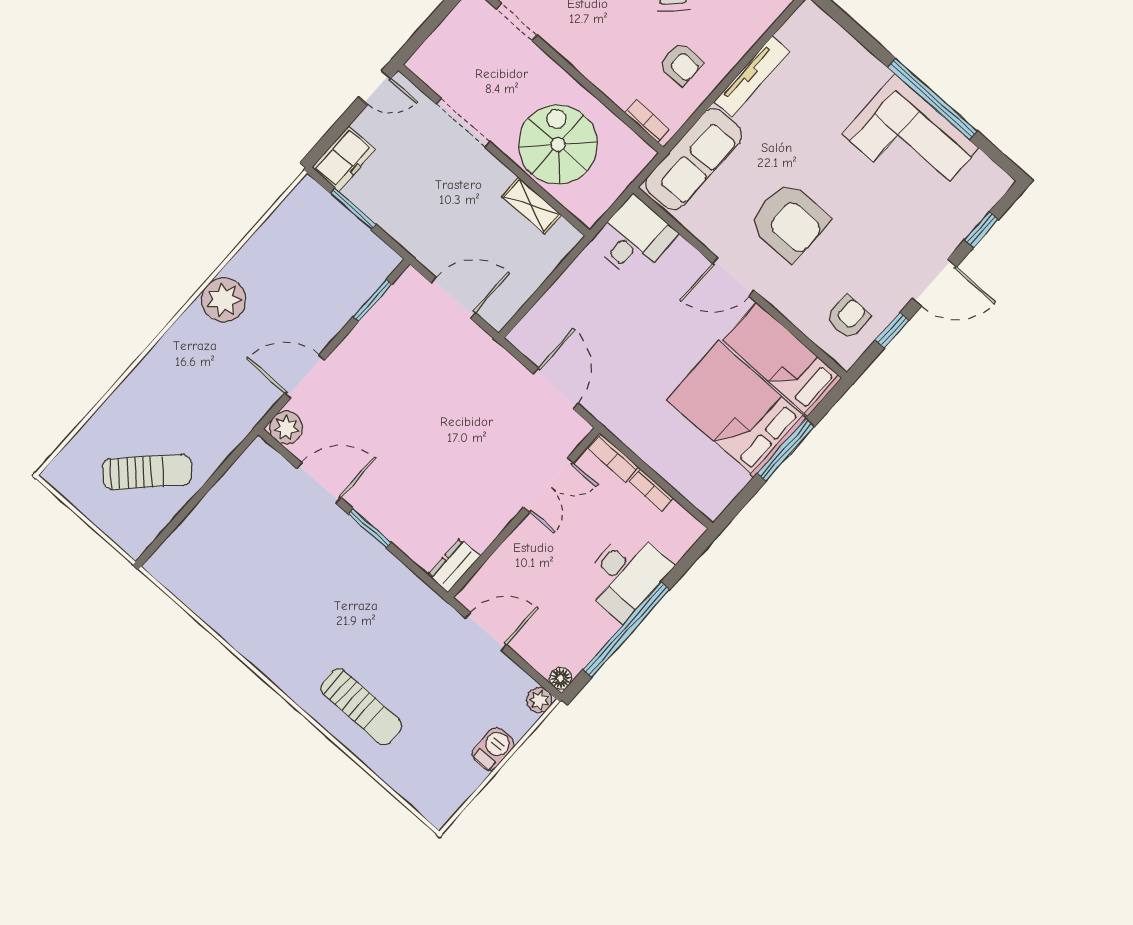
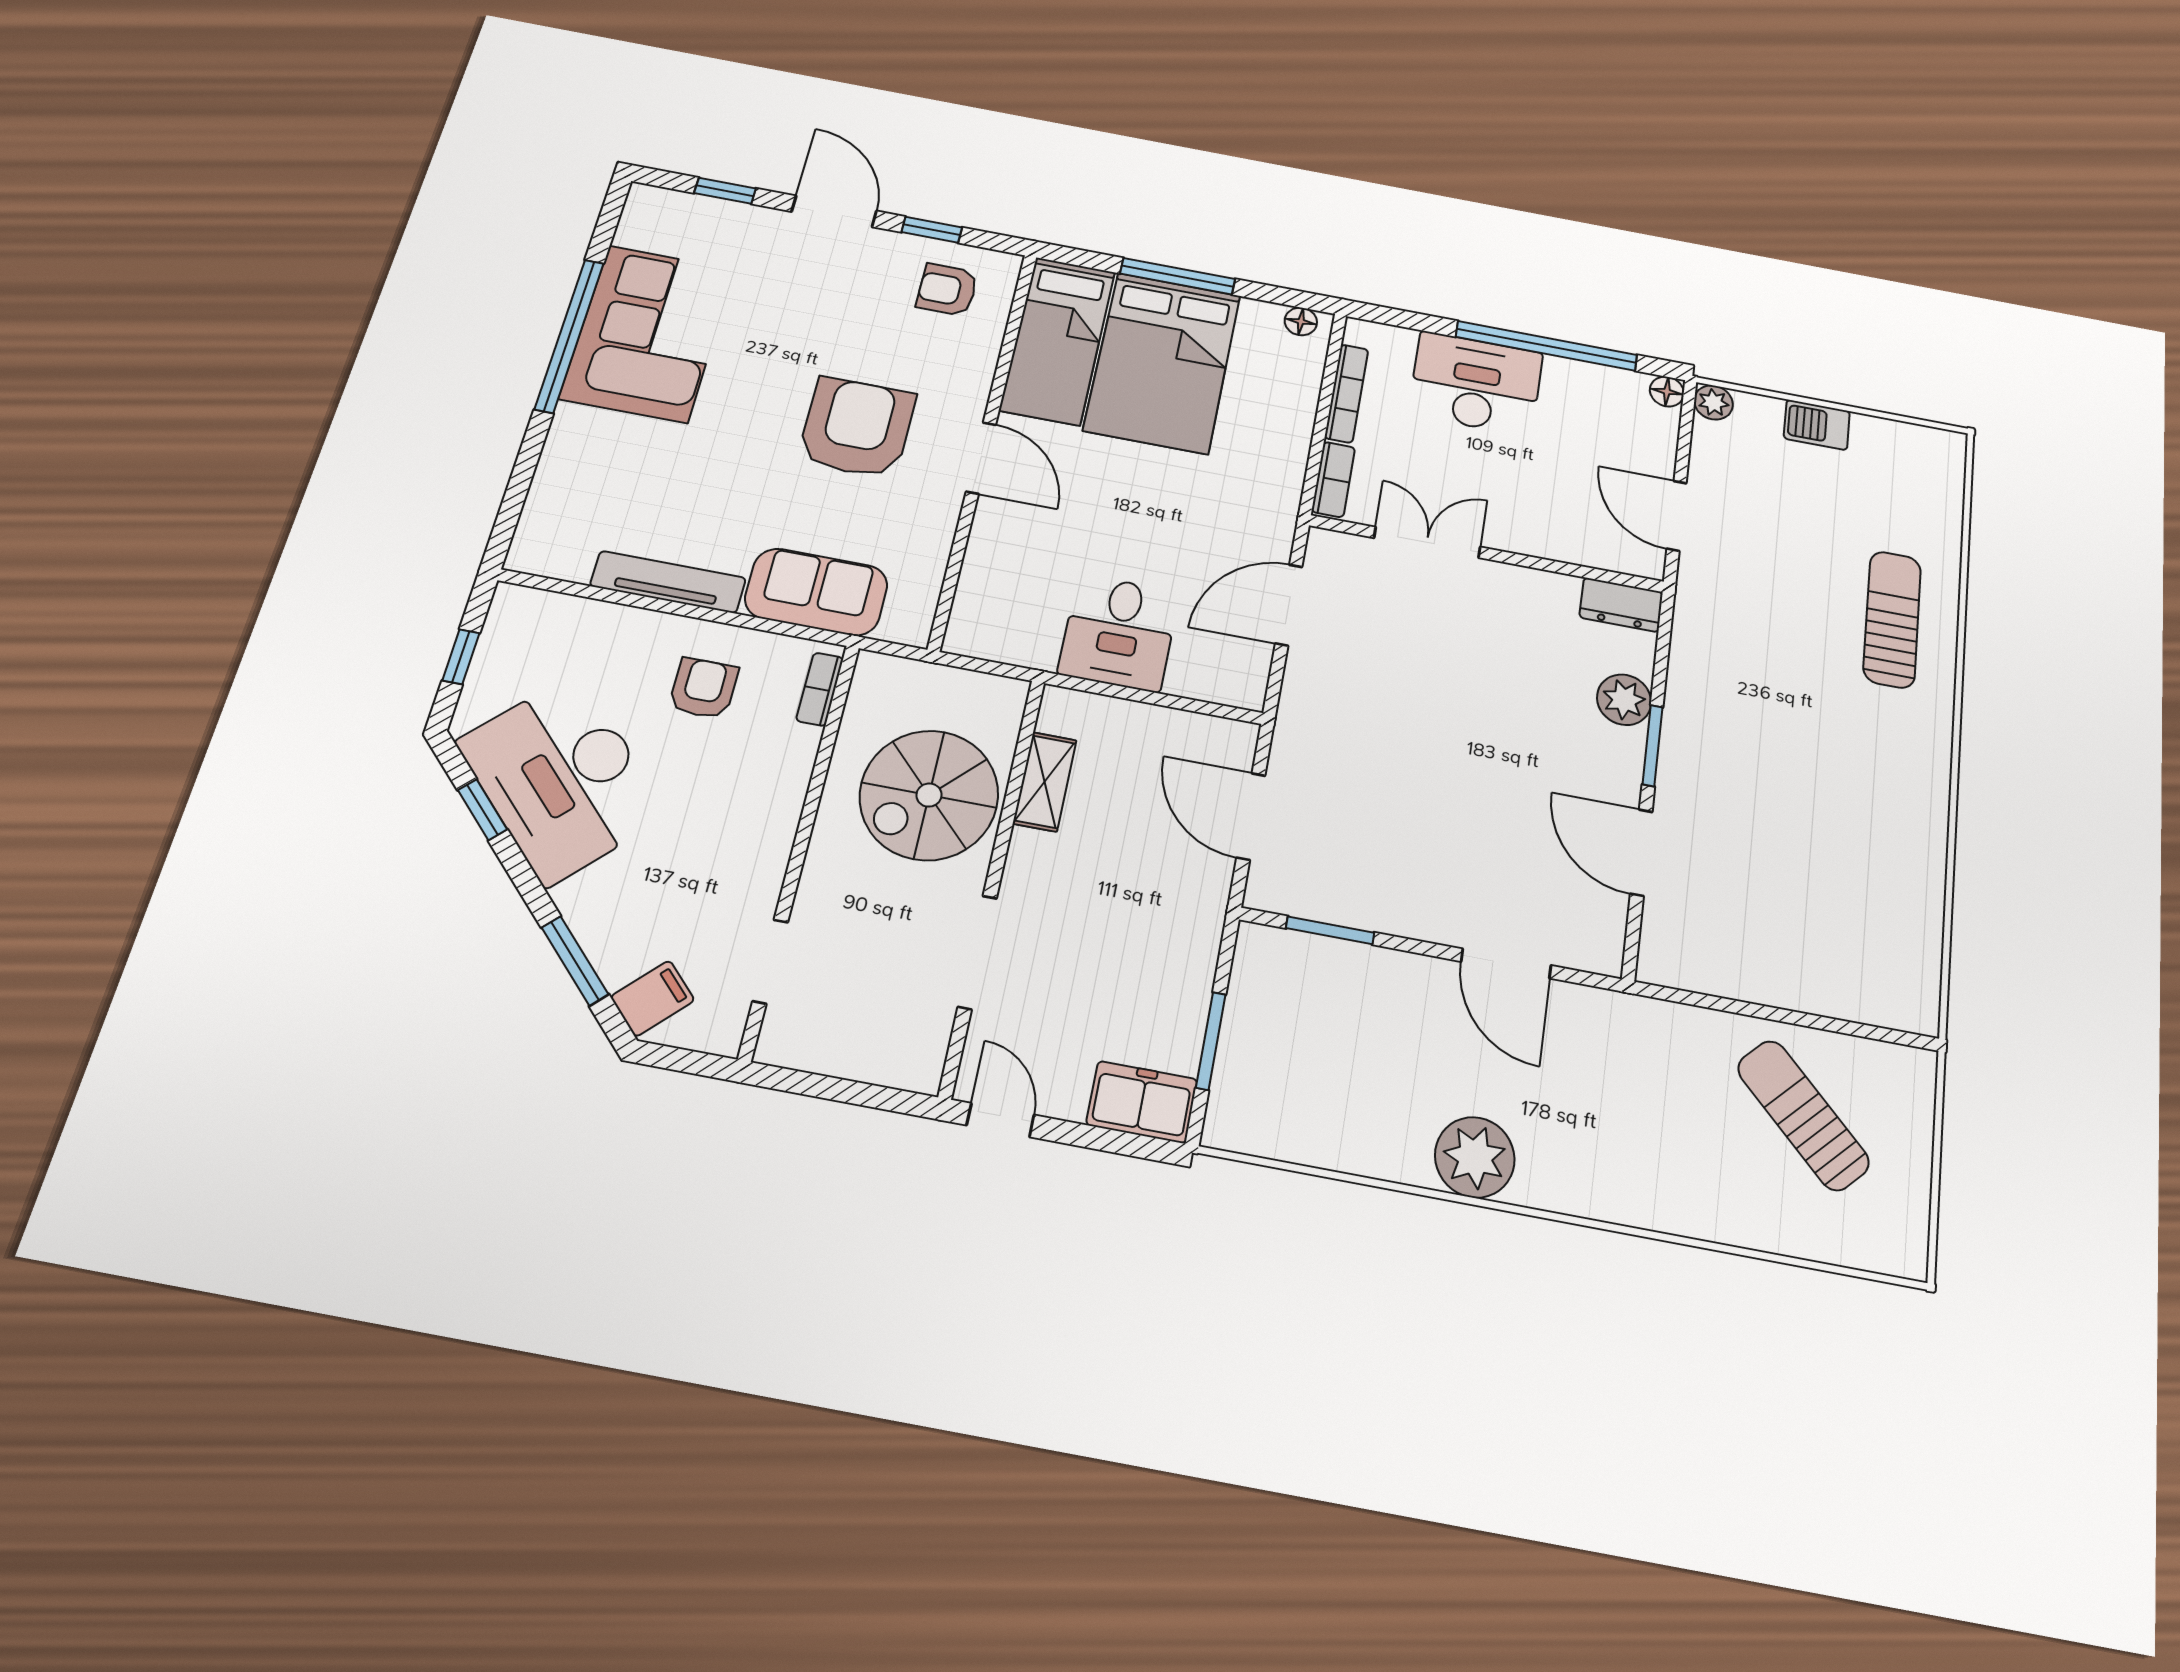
sofa: (694, 159) -> (816, 592), width x0.73
desk: (634, 238) -> (1119, 633), moved, turned -90
plant: (286, 428) -> (1624, 700), moved
bookcase: (651, 490) -> (1346, 393), width x1.56
floor lamp: (719, 501) -> (1301, 321), added

